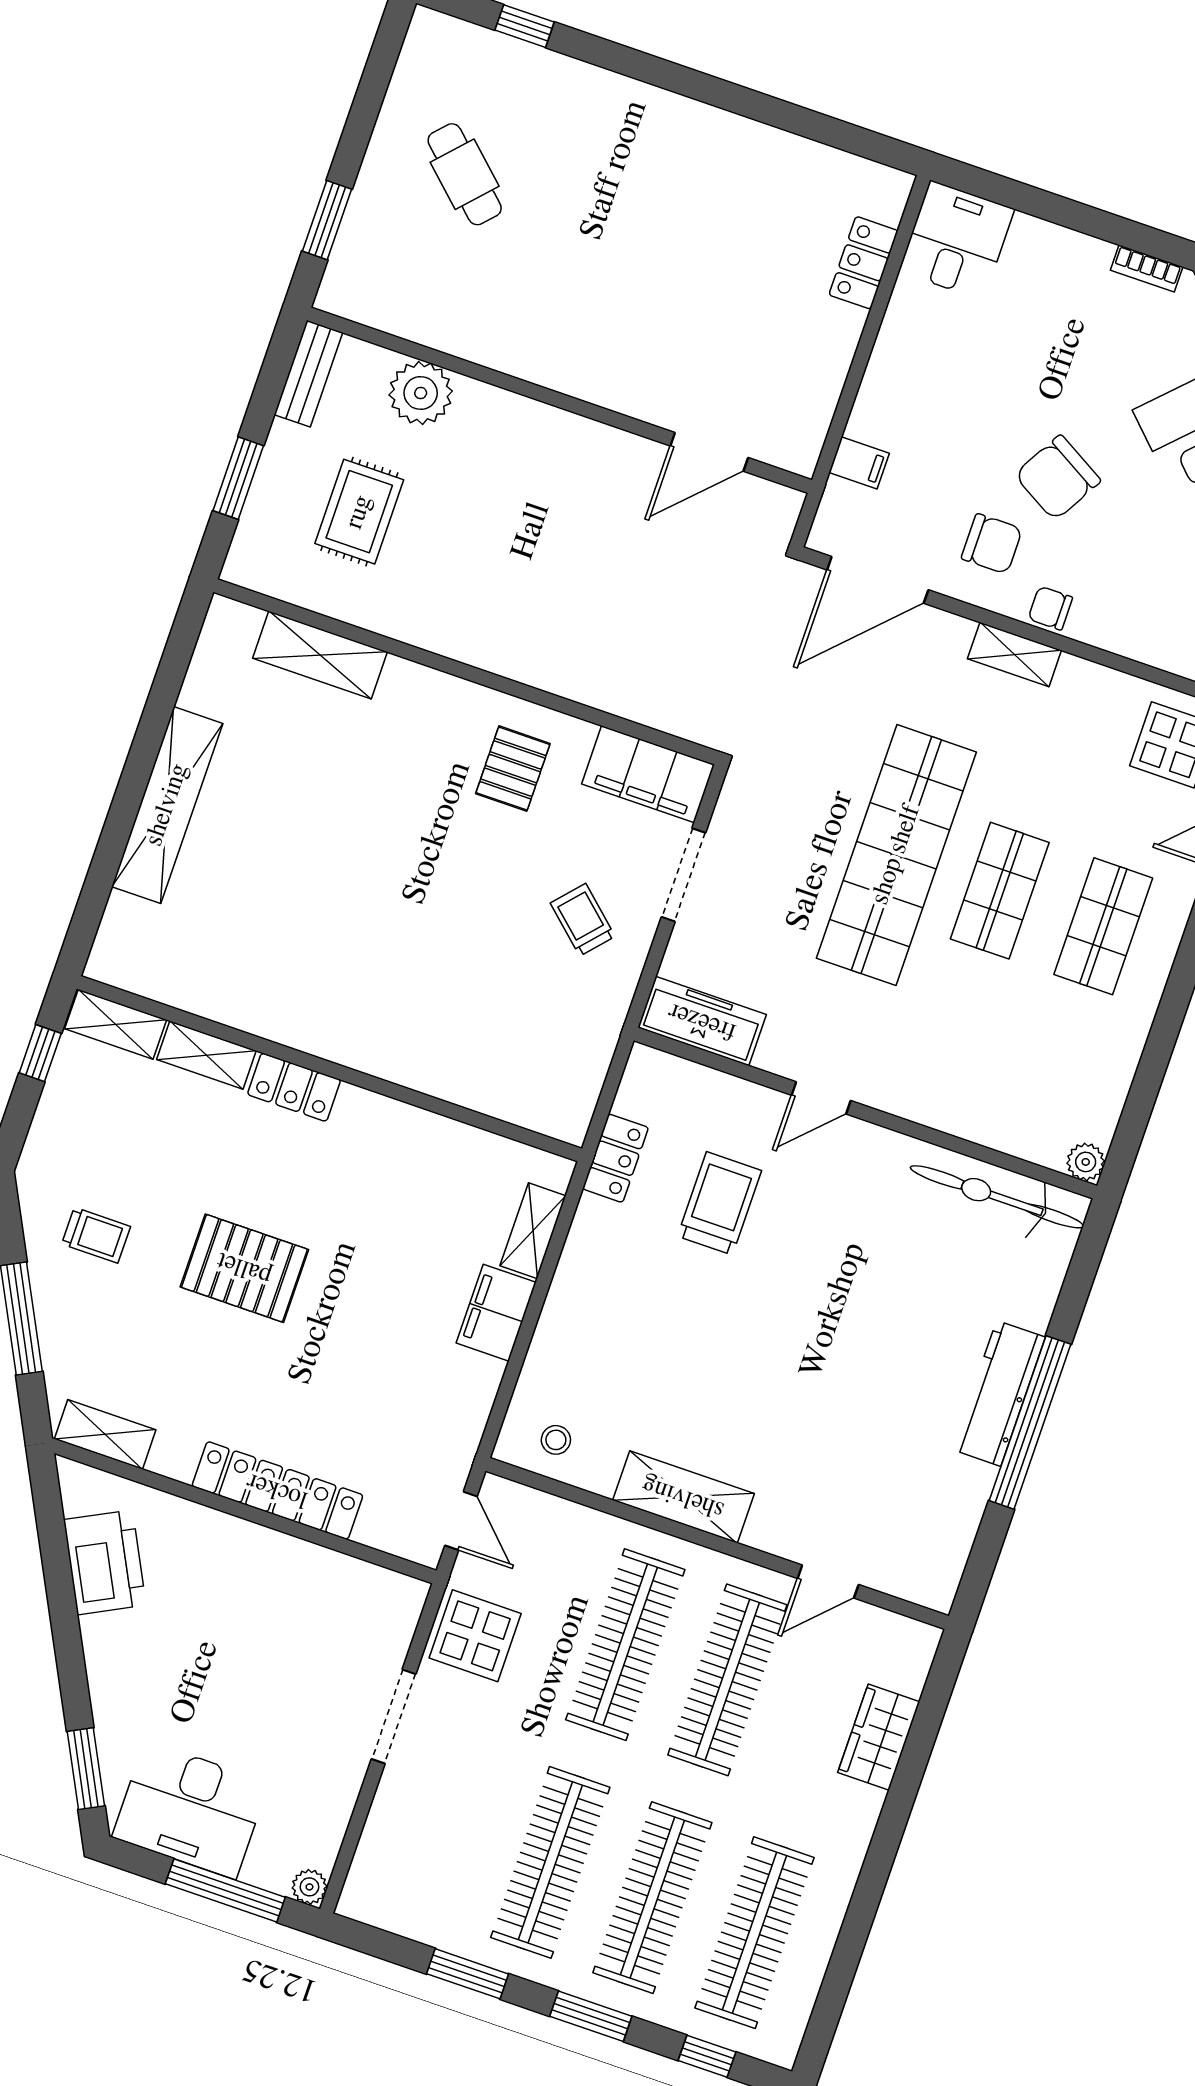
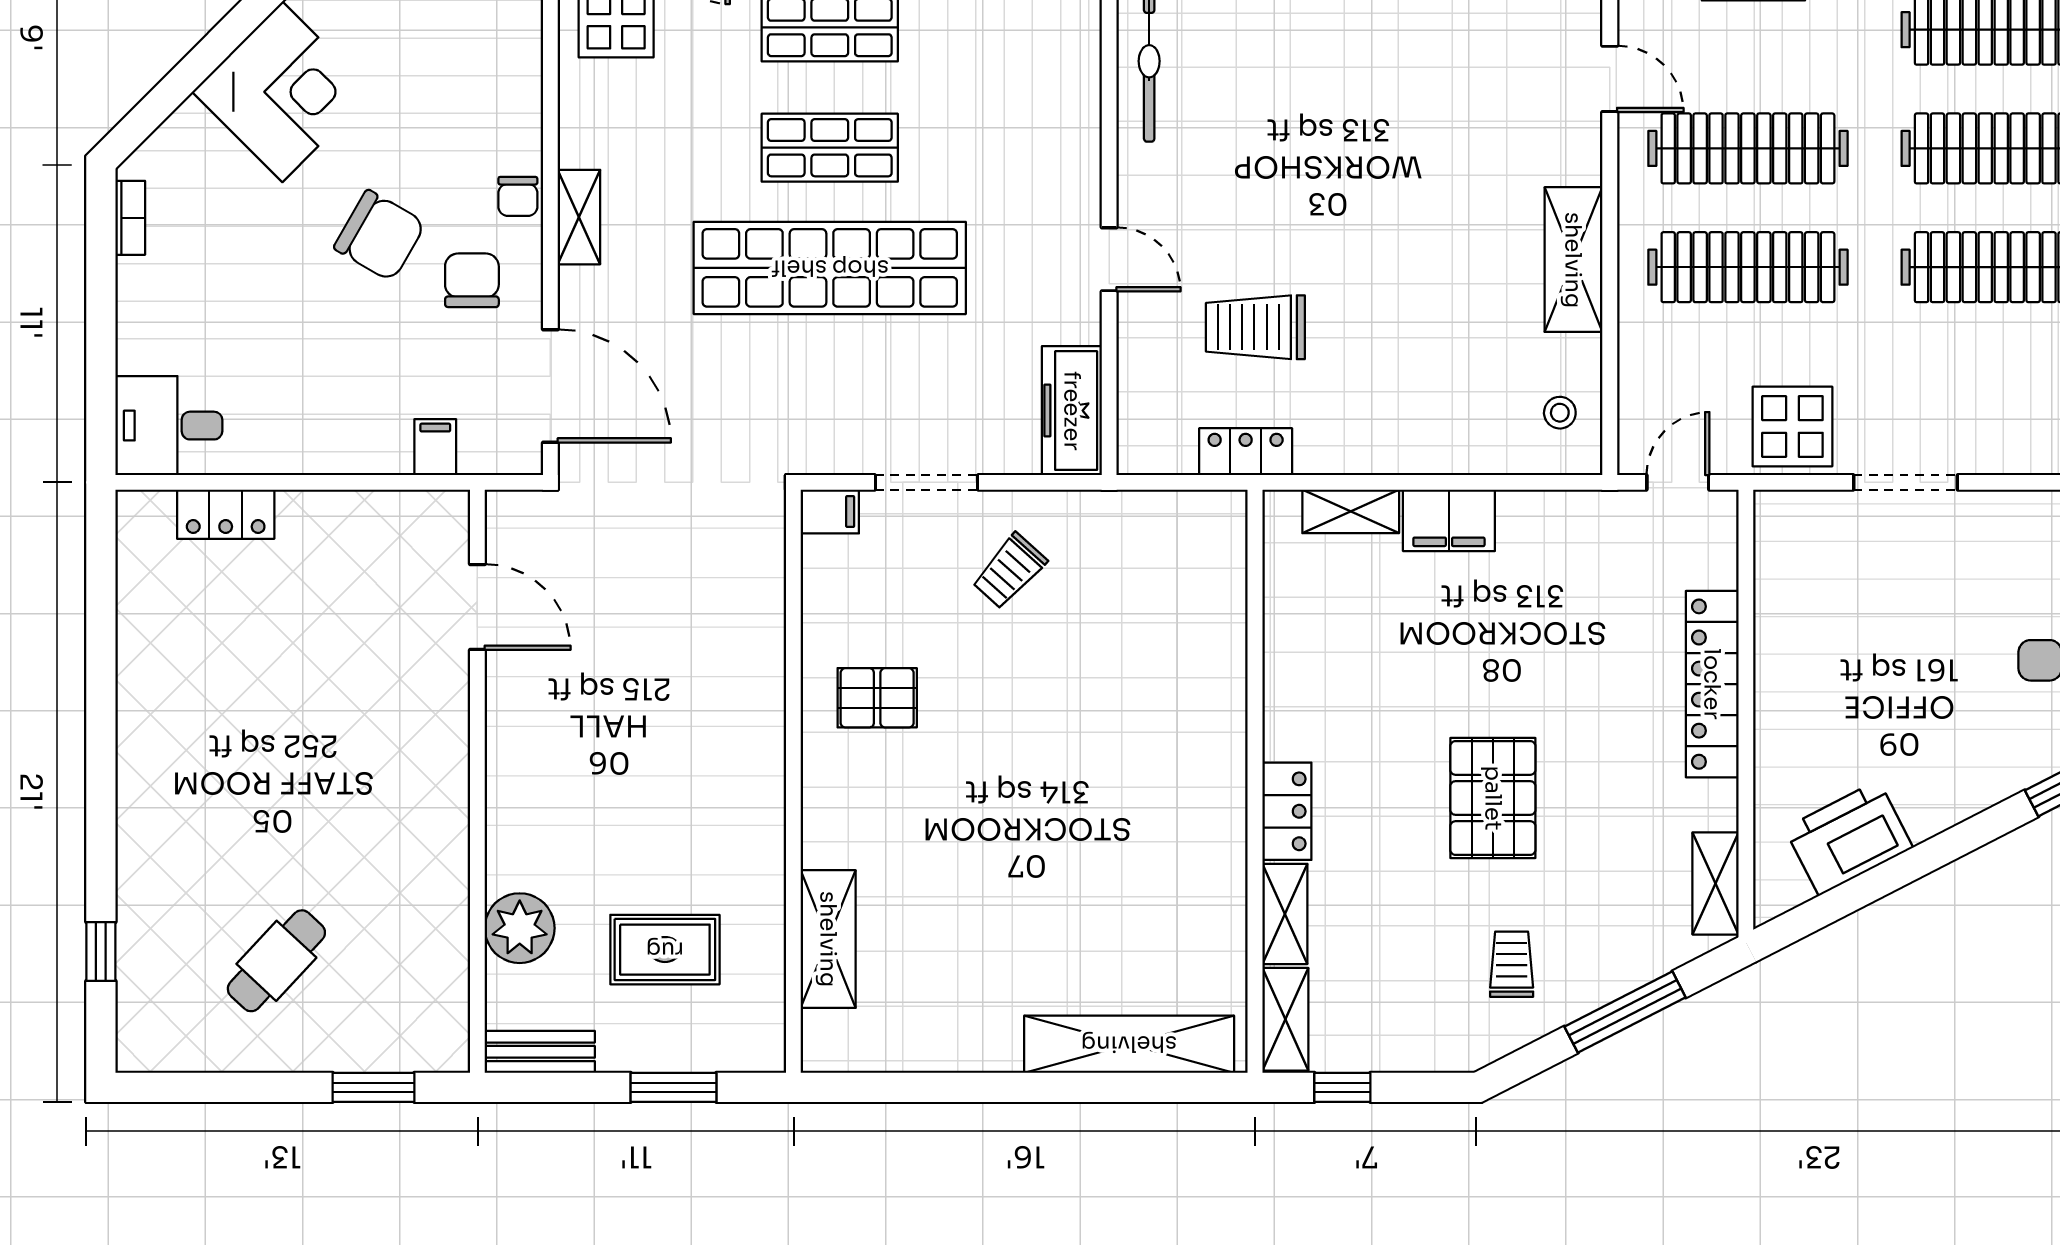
filing cabinet: (648, 774) -> (830, 512), width x0.33, depth x0.86
shelving: (167, 805) -> (1129, 1044), moved

